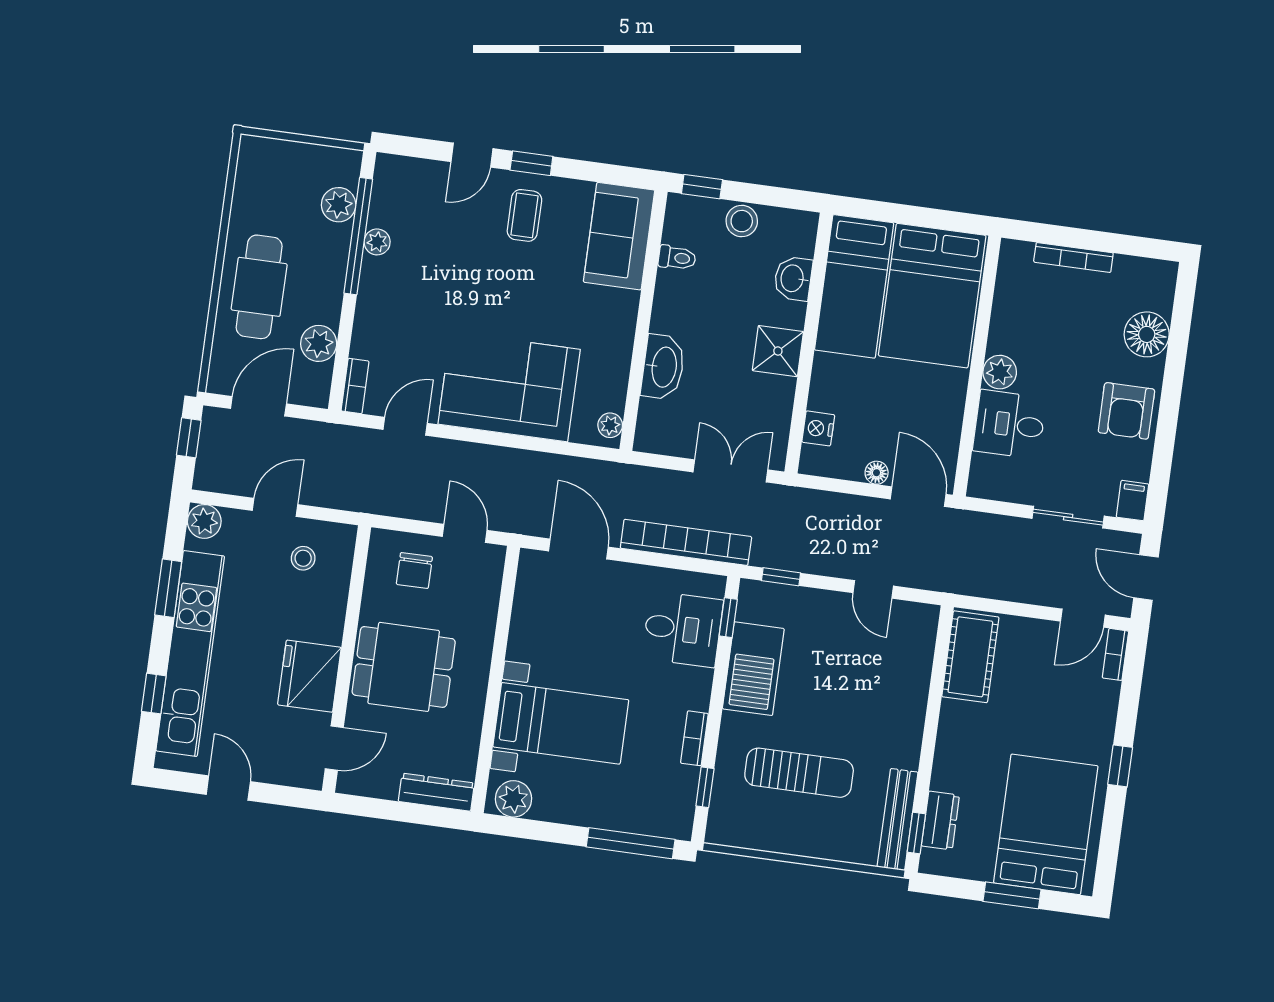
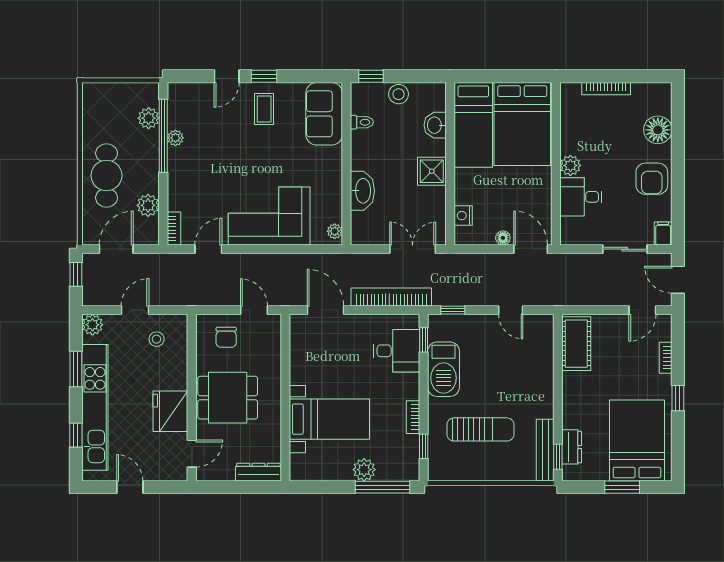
bookcase: (1115, 654) -> (666, 358), moved
plant: (513, 799) -> (364, 470), moved

